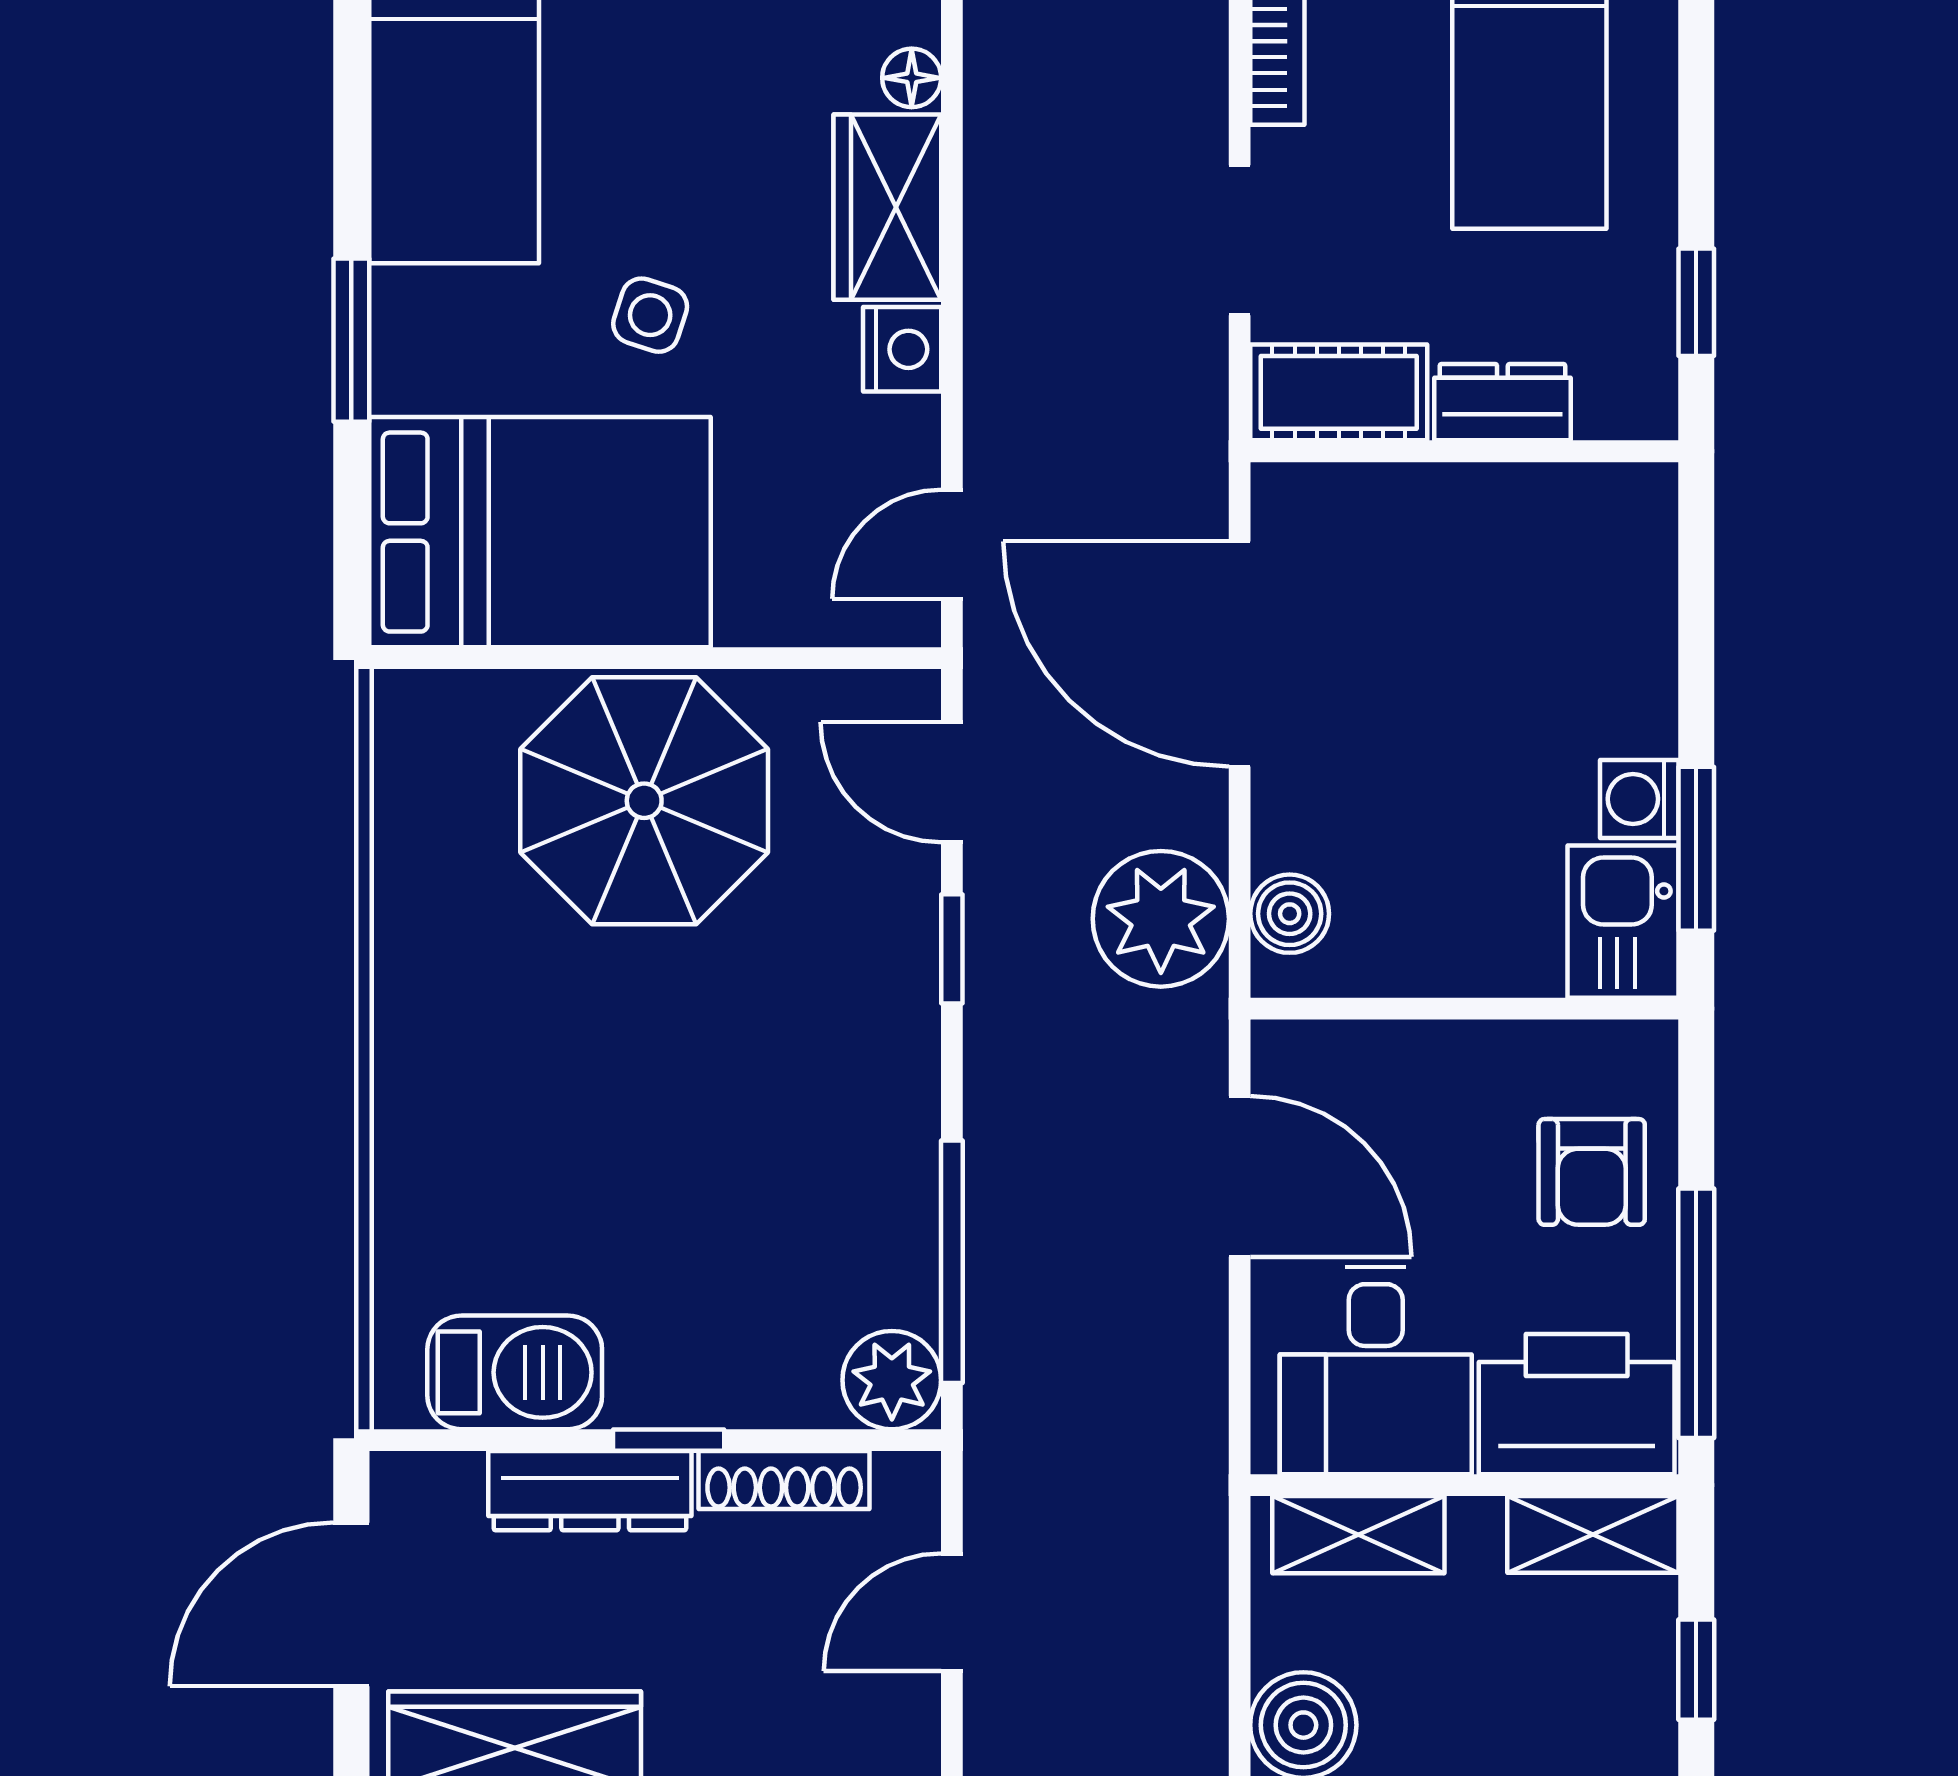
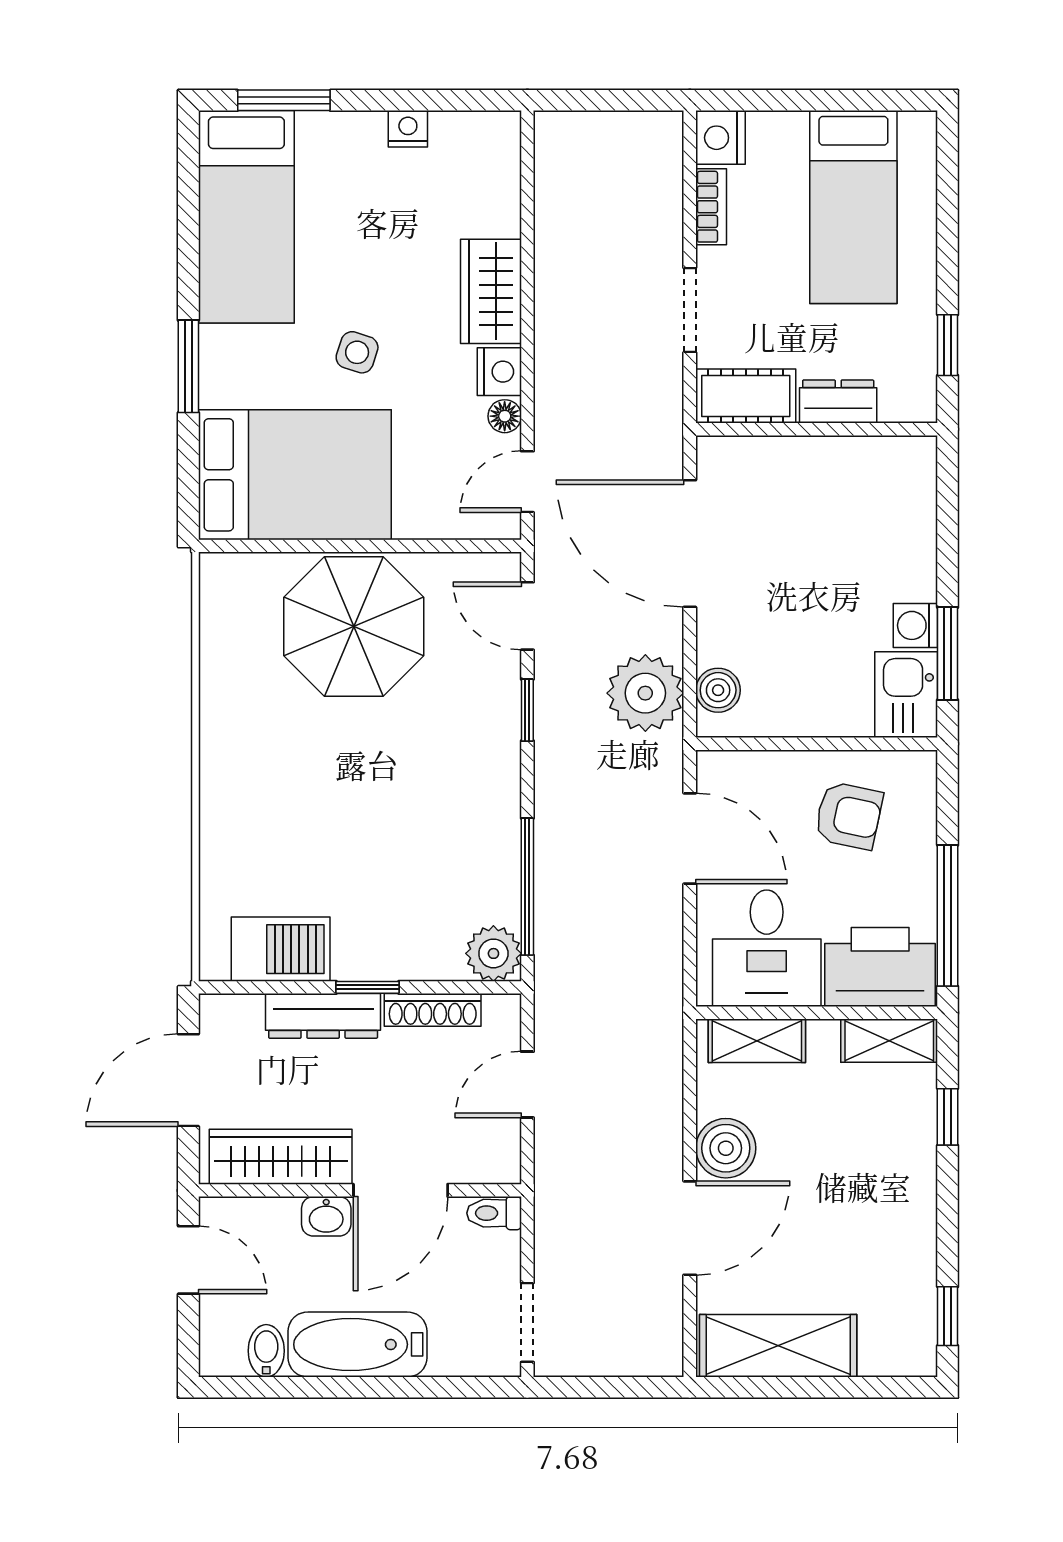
floor lamp: (912, 78) -> (505, 416), moved
armchair: (1592, 1172) -> (849, 816), moved, turned -78

